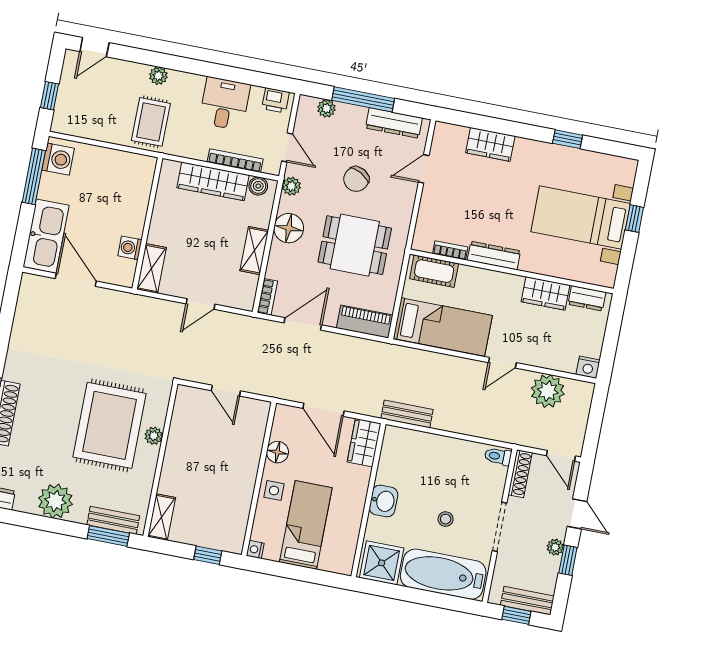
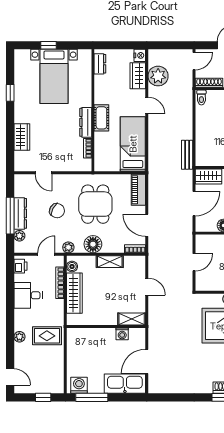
dresser: (394, 123) -> (20, 213), moved
cot: (434, 271) -> (101, 118), moved
wardrobe: (546, 293) -> (138, 76), moved, turned 180

